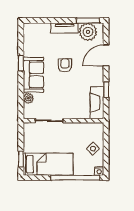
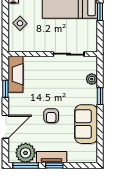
window: (62, 20) -> (54, 166), added
window: (21, 63) -> (100, 96), moved
sofa: (33, 75) -> (86, 124), moved

